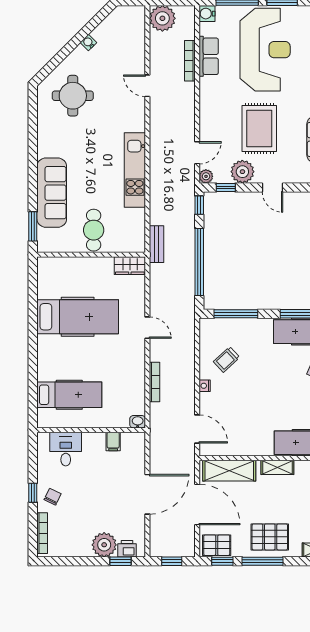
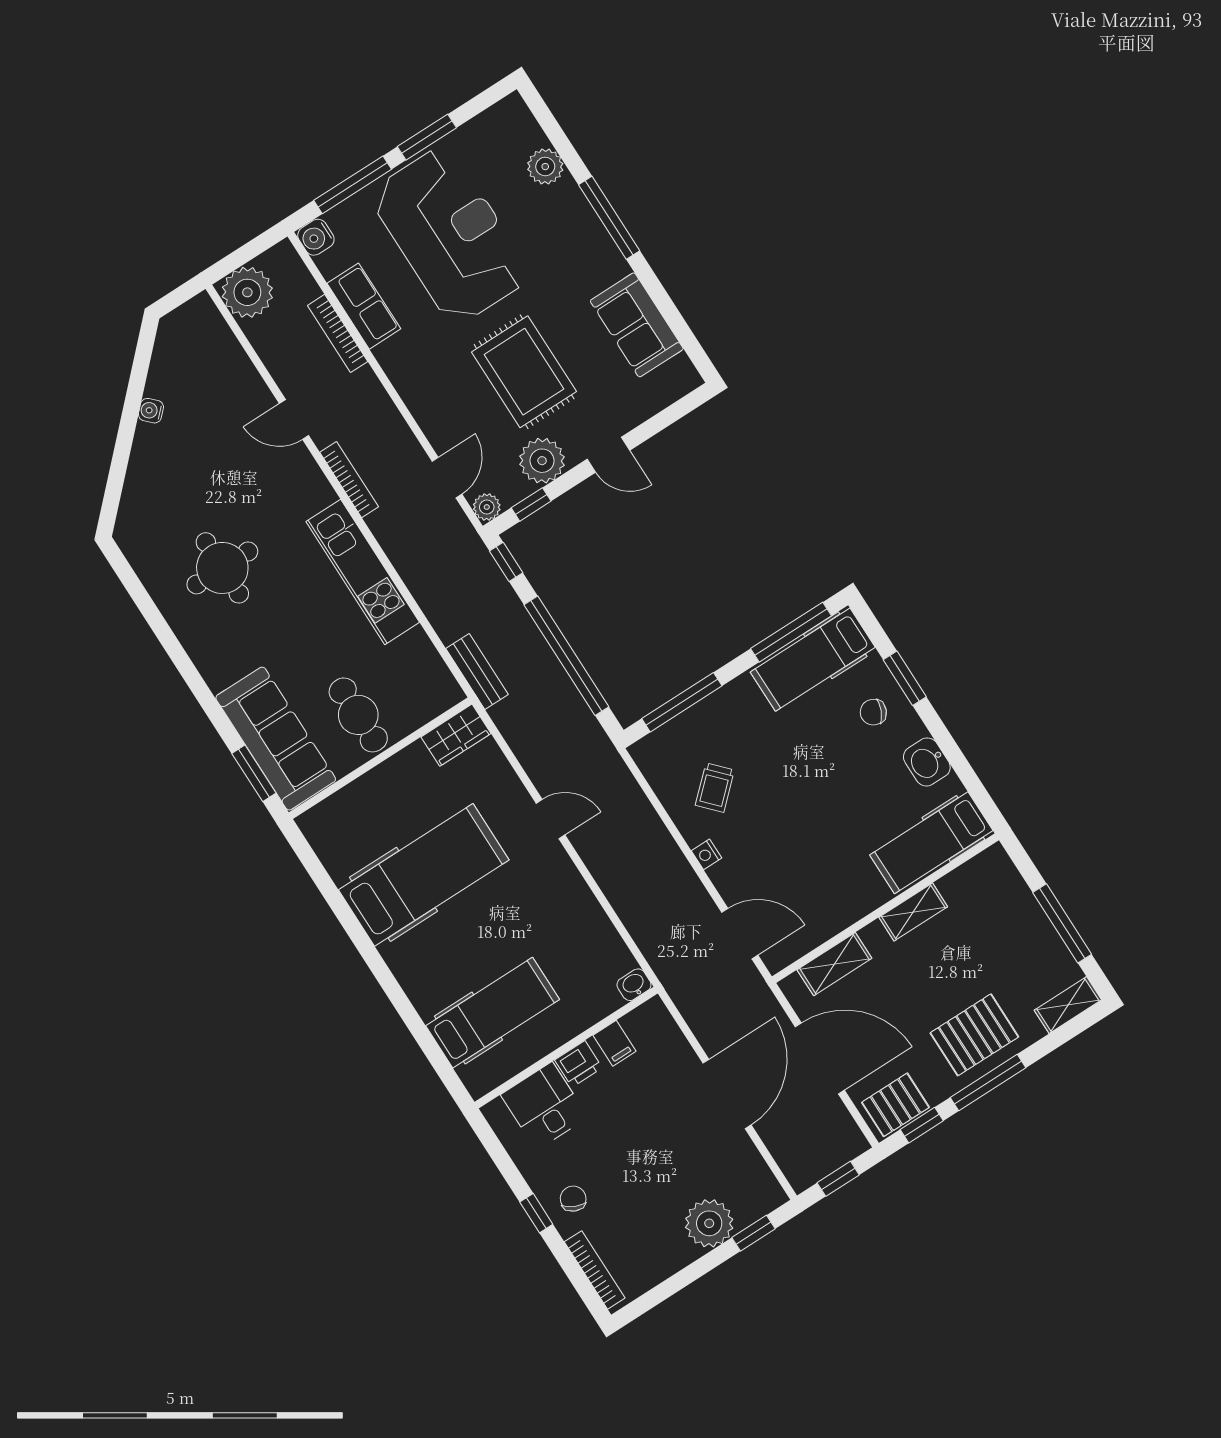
round table: (73, 96) -> (222, 568), moved
sofa: (52, 193) -> (276, 739), moved
bookcase: (154, 382) -> (349, 480), moved
shelving: (229, 471) -> (834, 964), width x0.67, depth x0.75
printer: (127, 549) -> (578, 1064), moved, turned 180

